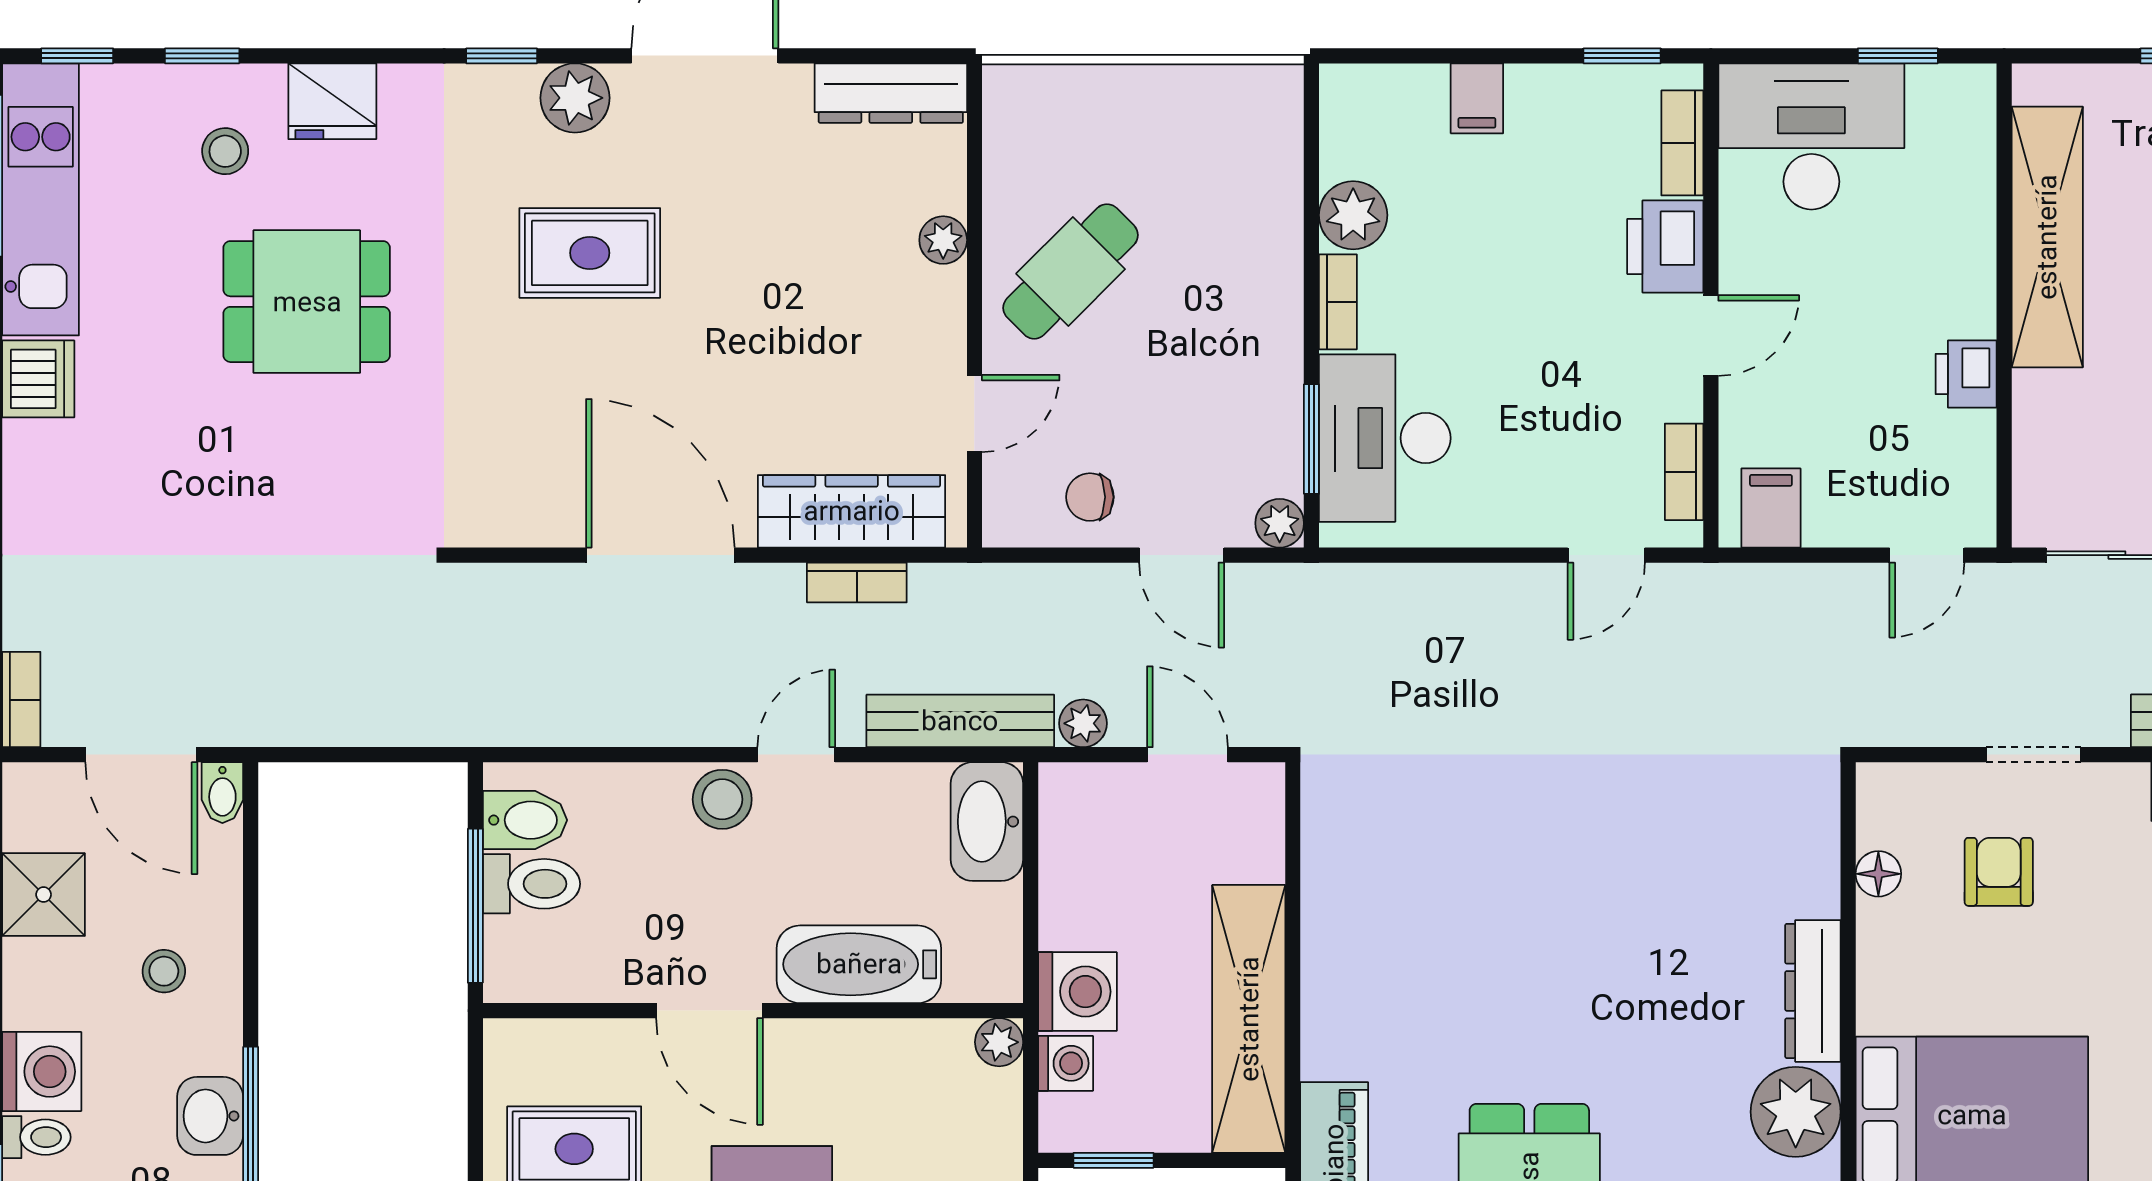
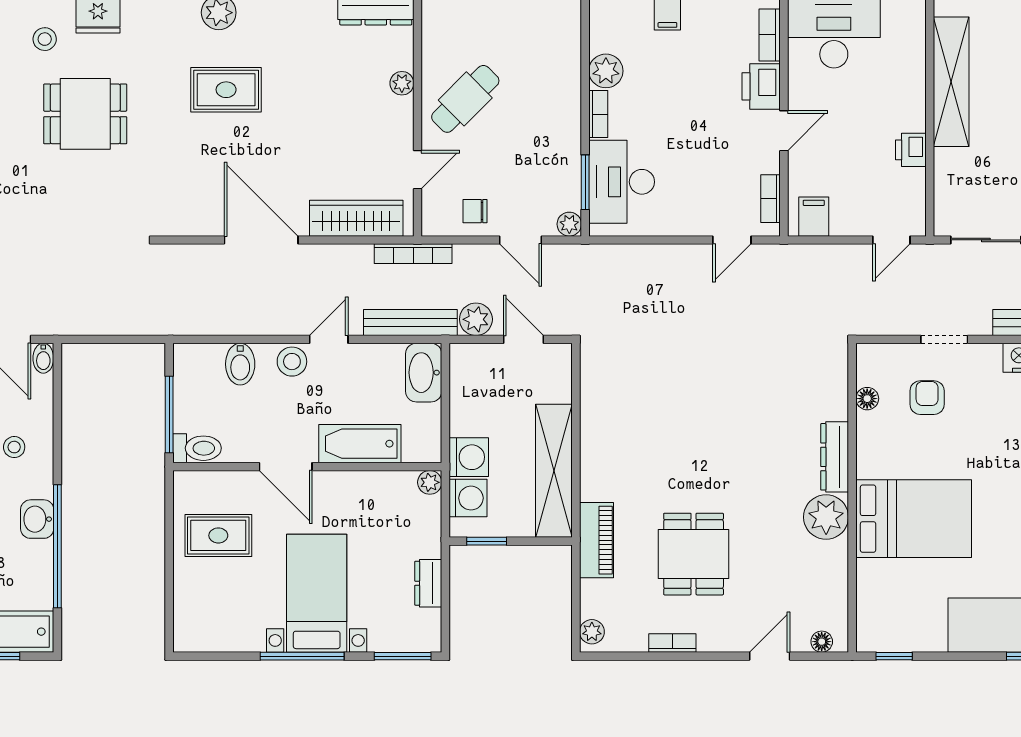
bookcase: (857, 582) -> (413, 254), moved, width x1.56
plant: (1083, 723) -> (476, 319), width x1.38, depth x1.38
bidet: (525, 820) -> (240, 364), moved, turned 90
toilet: (531, 884) -> (197, 448), moved
washing machine: (1066, 1063) -> (468, 498), width x1.38, depth x1.38

